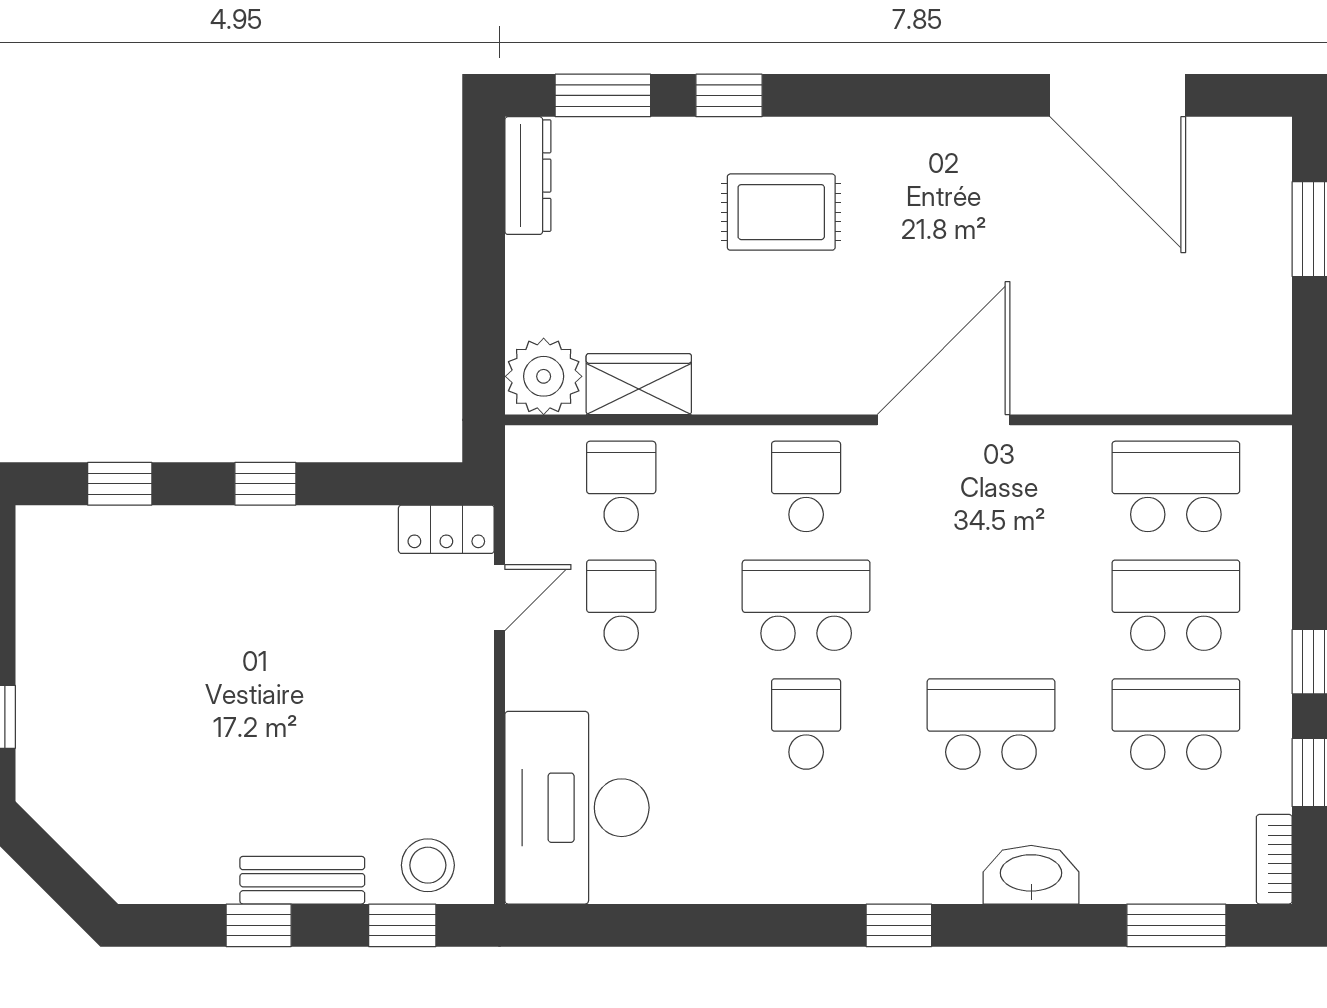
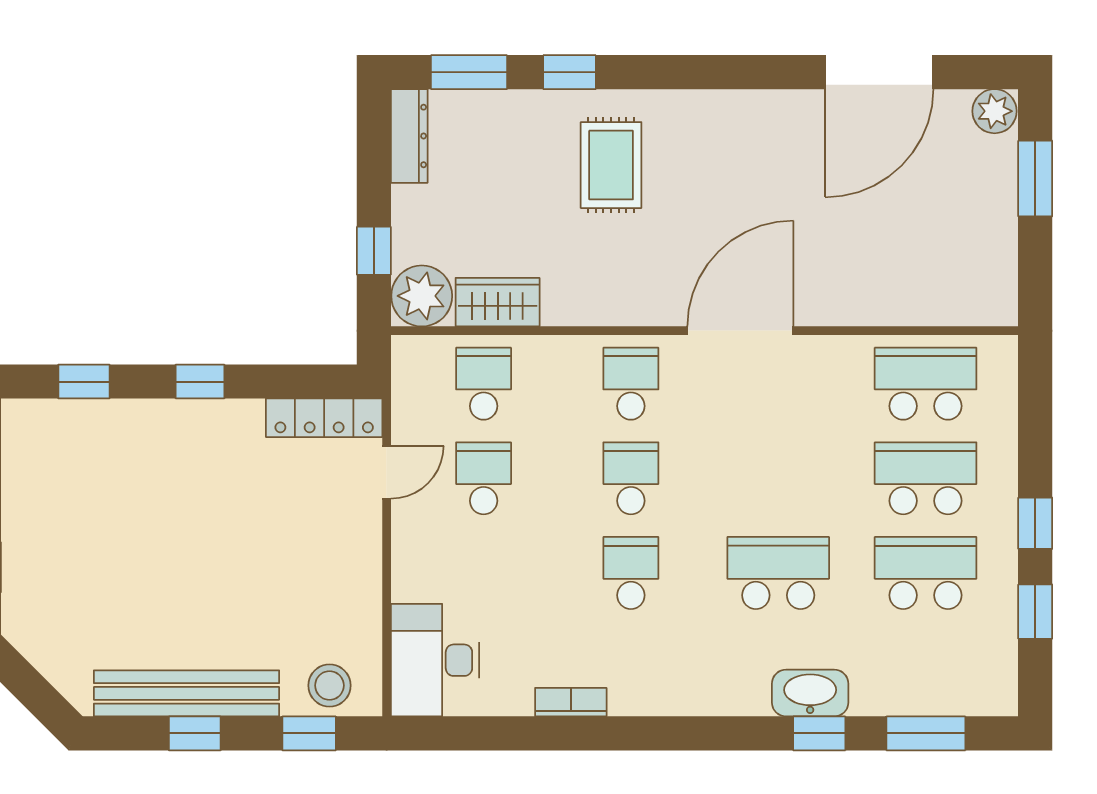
door: (1118, 95) -> (879, 72), hinge flipped
plant: (1262, 144) -> (995, 111), added
rug: (781, 212) -> (611, 165), turned 90
window: (484, 320) -> (374, 251), added
locker: (446, 529) -> (324, 418), width x1.53
school desk: (806, 605) -> (631, 478), width x0.54
desk: (577, 808) -> (435, 660), width x0.73, depth x0.77
bookcase: (1274, 859) -> (571, 702), moved, turned 90
bench: (302, 880) -> (186, 693), width x1.86, depth x1.21
window: (899, 925) -> (819, 733), moved

